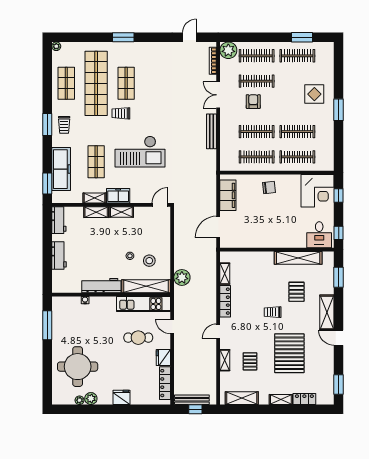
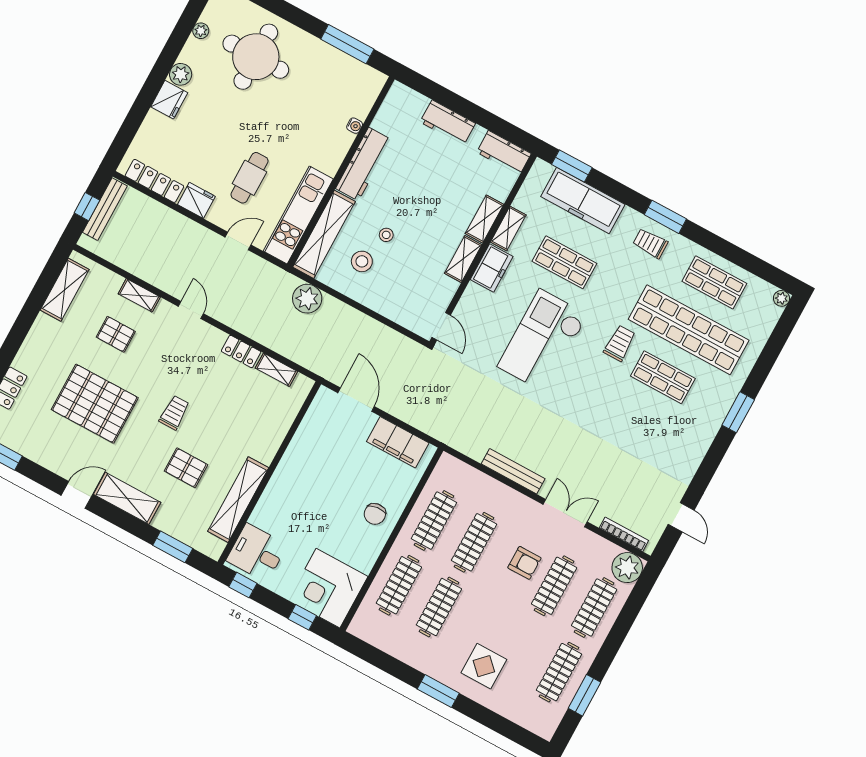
locker: (225, 301) -> (241, 352), width x0.66
plant: (91, 399) -> (181, 74), moved
shelving: (281, 399) -> (29, 350), removed

